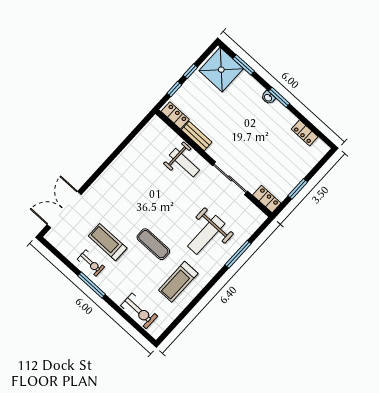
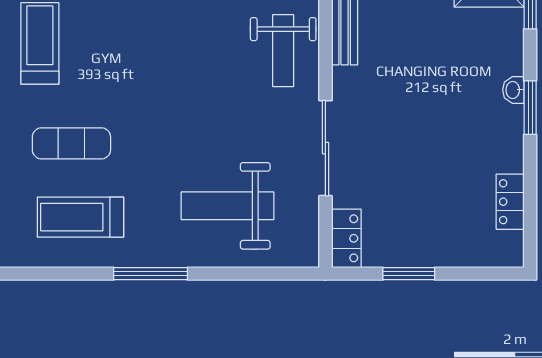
weight bench: (206, 235) -> (227, 206), moved
exercise mat: (153, 244) -> (71, 143), moved, turned 90
window: (238, 254) -> (150, 274), moved

